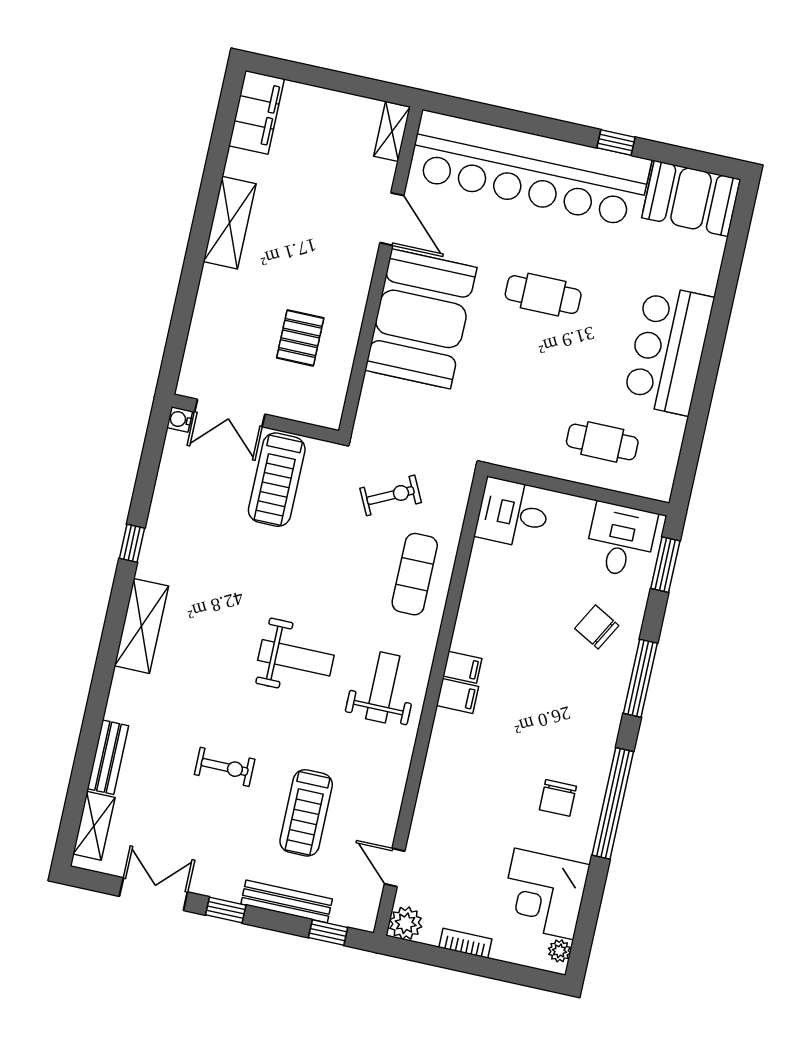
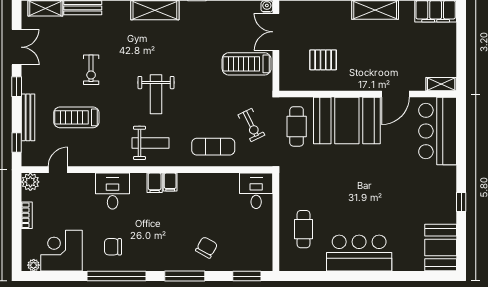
bar counter: (530, 169) -> (438, 131), width x0.54
cafe table: (543, 295) -> (297, 126), moved
desk: (621, 540) -> (113, 191), moved, turned -90

